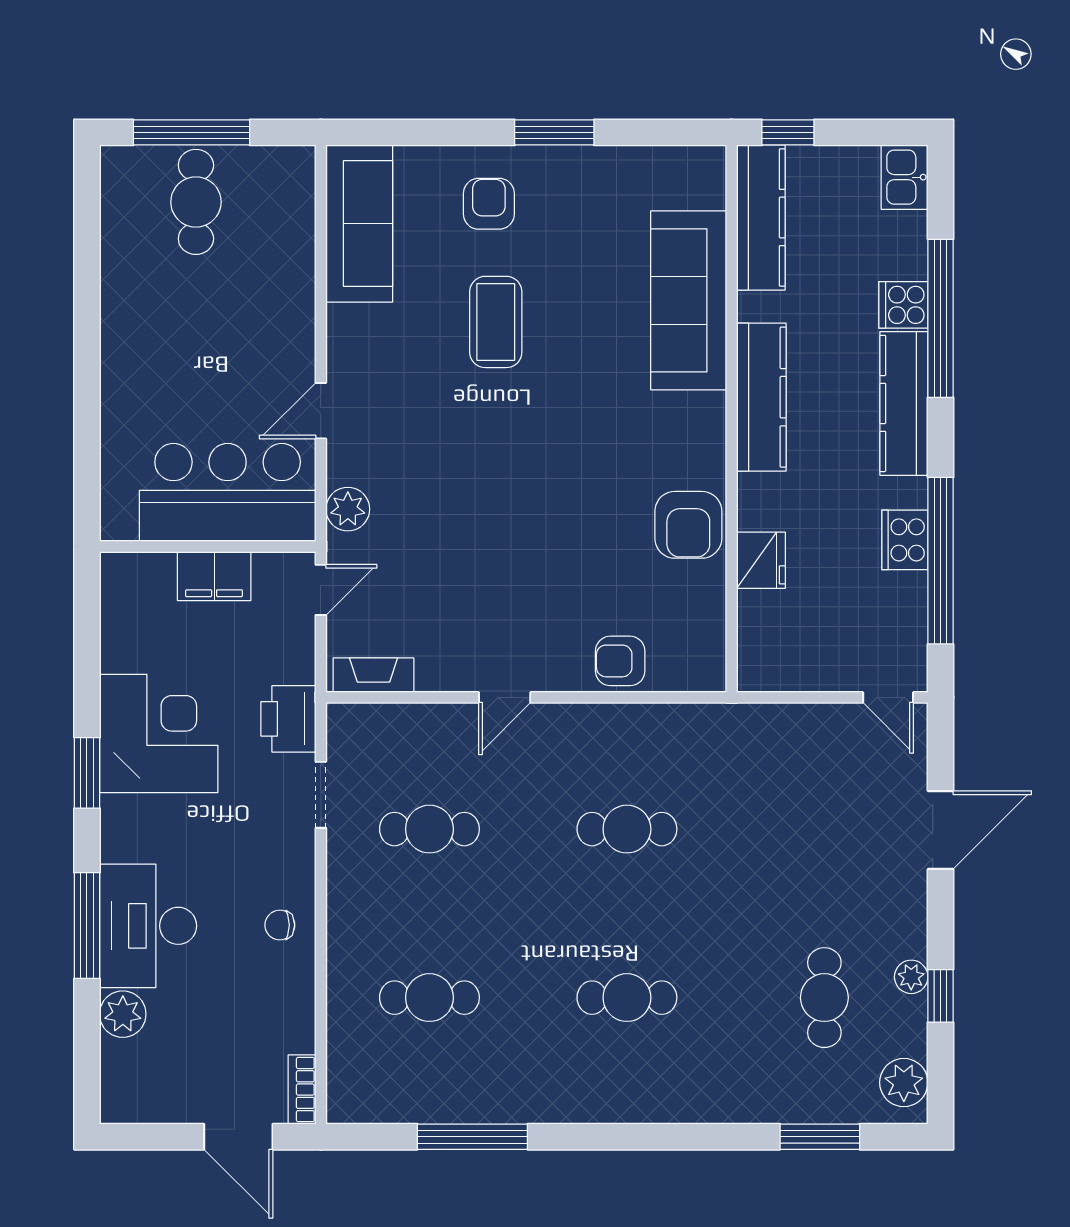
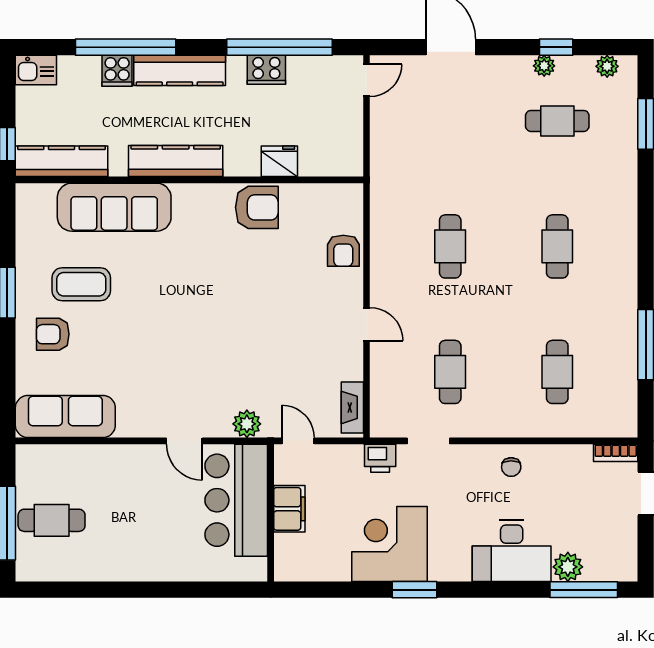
coffee table: (496, 322) -> (81, 284), moved
printer: (288, 719) -> (380, 458), width x0.73, depth x0.81
window: (87, 926) -> (584, 590), moved
plant: (904, 1083) -> (607, 66), width x0.73, depth x0.73

